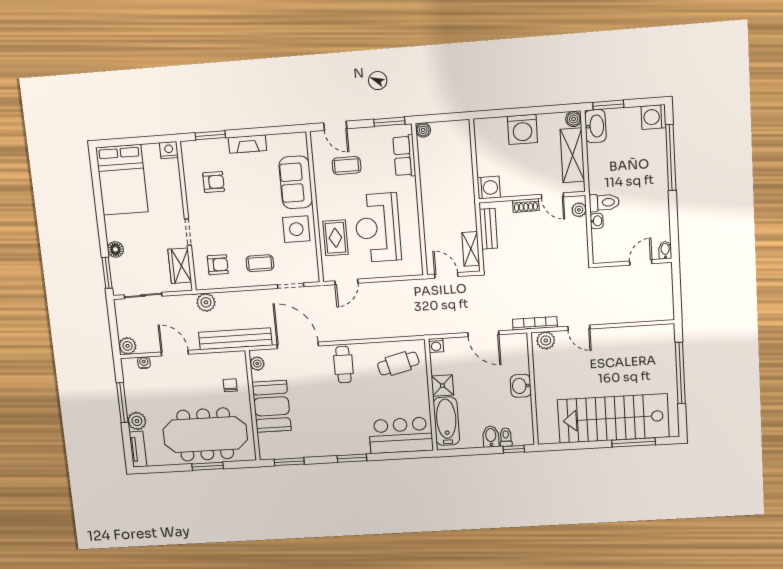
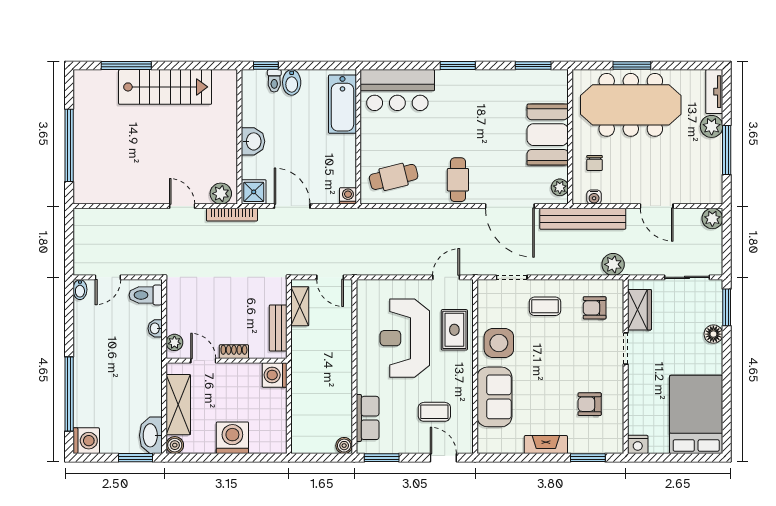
toilet: (604, 203) -> (146, 295), moved
reception desk: (378, 228) -> (405, 338), turned 180
water cooler: (144, 363) -> (594, 197), moved
shower: (442, 386) -> (254, 192), moved
stairs: (613, 418) -> (165, 87), width x0.73, depth x0.66

